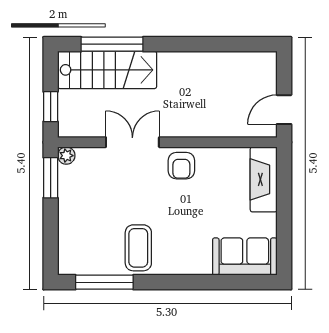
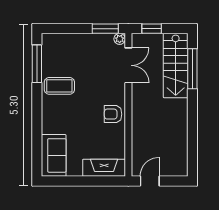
door: (284, 110) -> (150, 181), hinge flipped
double door: (132, 142) -> (128, 65), moved

